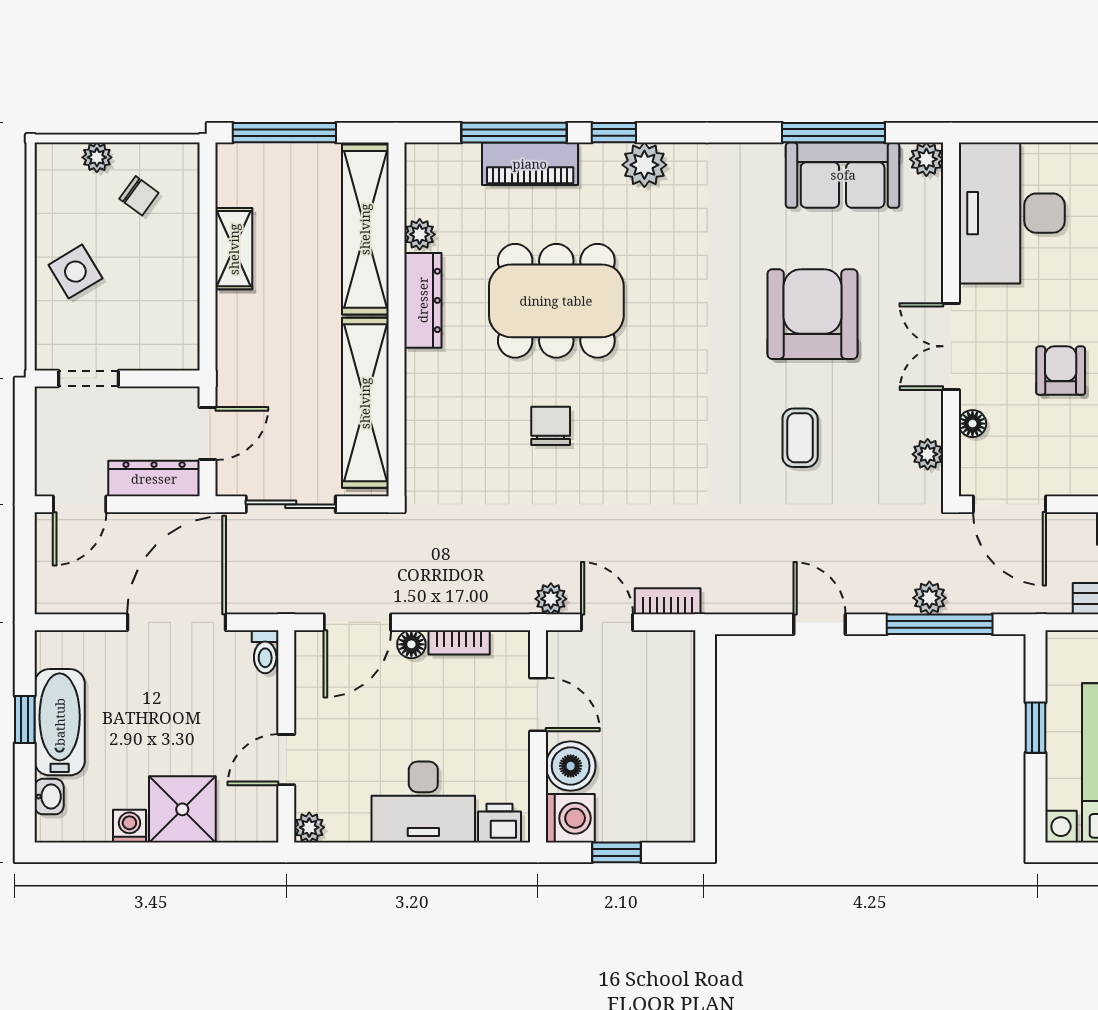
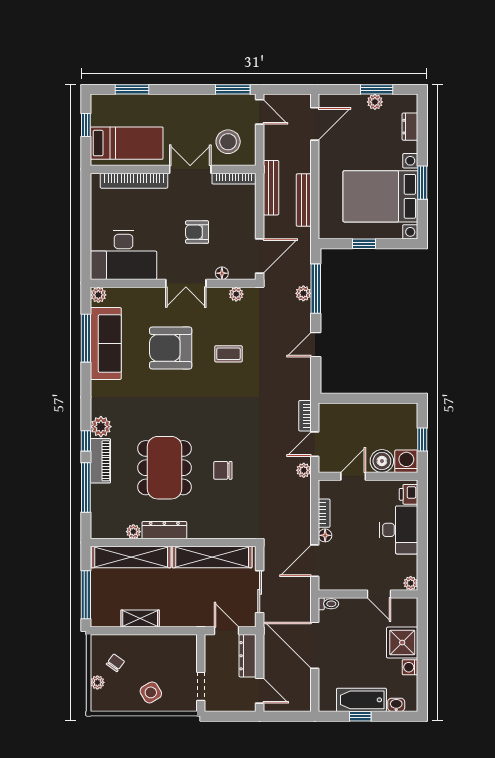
piano: (530, 164) -> (100, 461), moved
sofa: (843, 175) -> (106, 343), width x1.36
door: (357, 622) -> (315, 561), swing flipped

